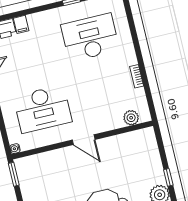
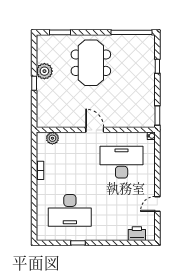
filing cabinet: (21, 24) -> (123, 234), removed

